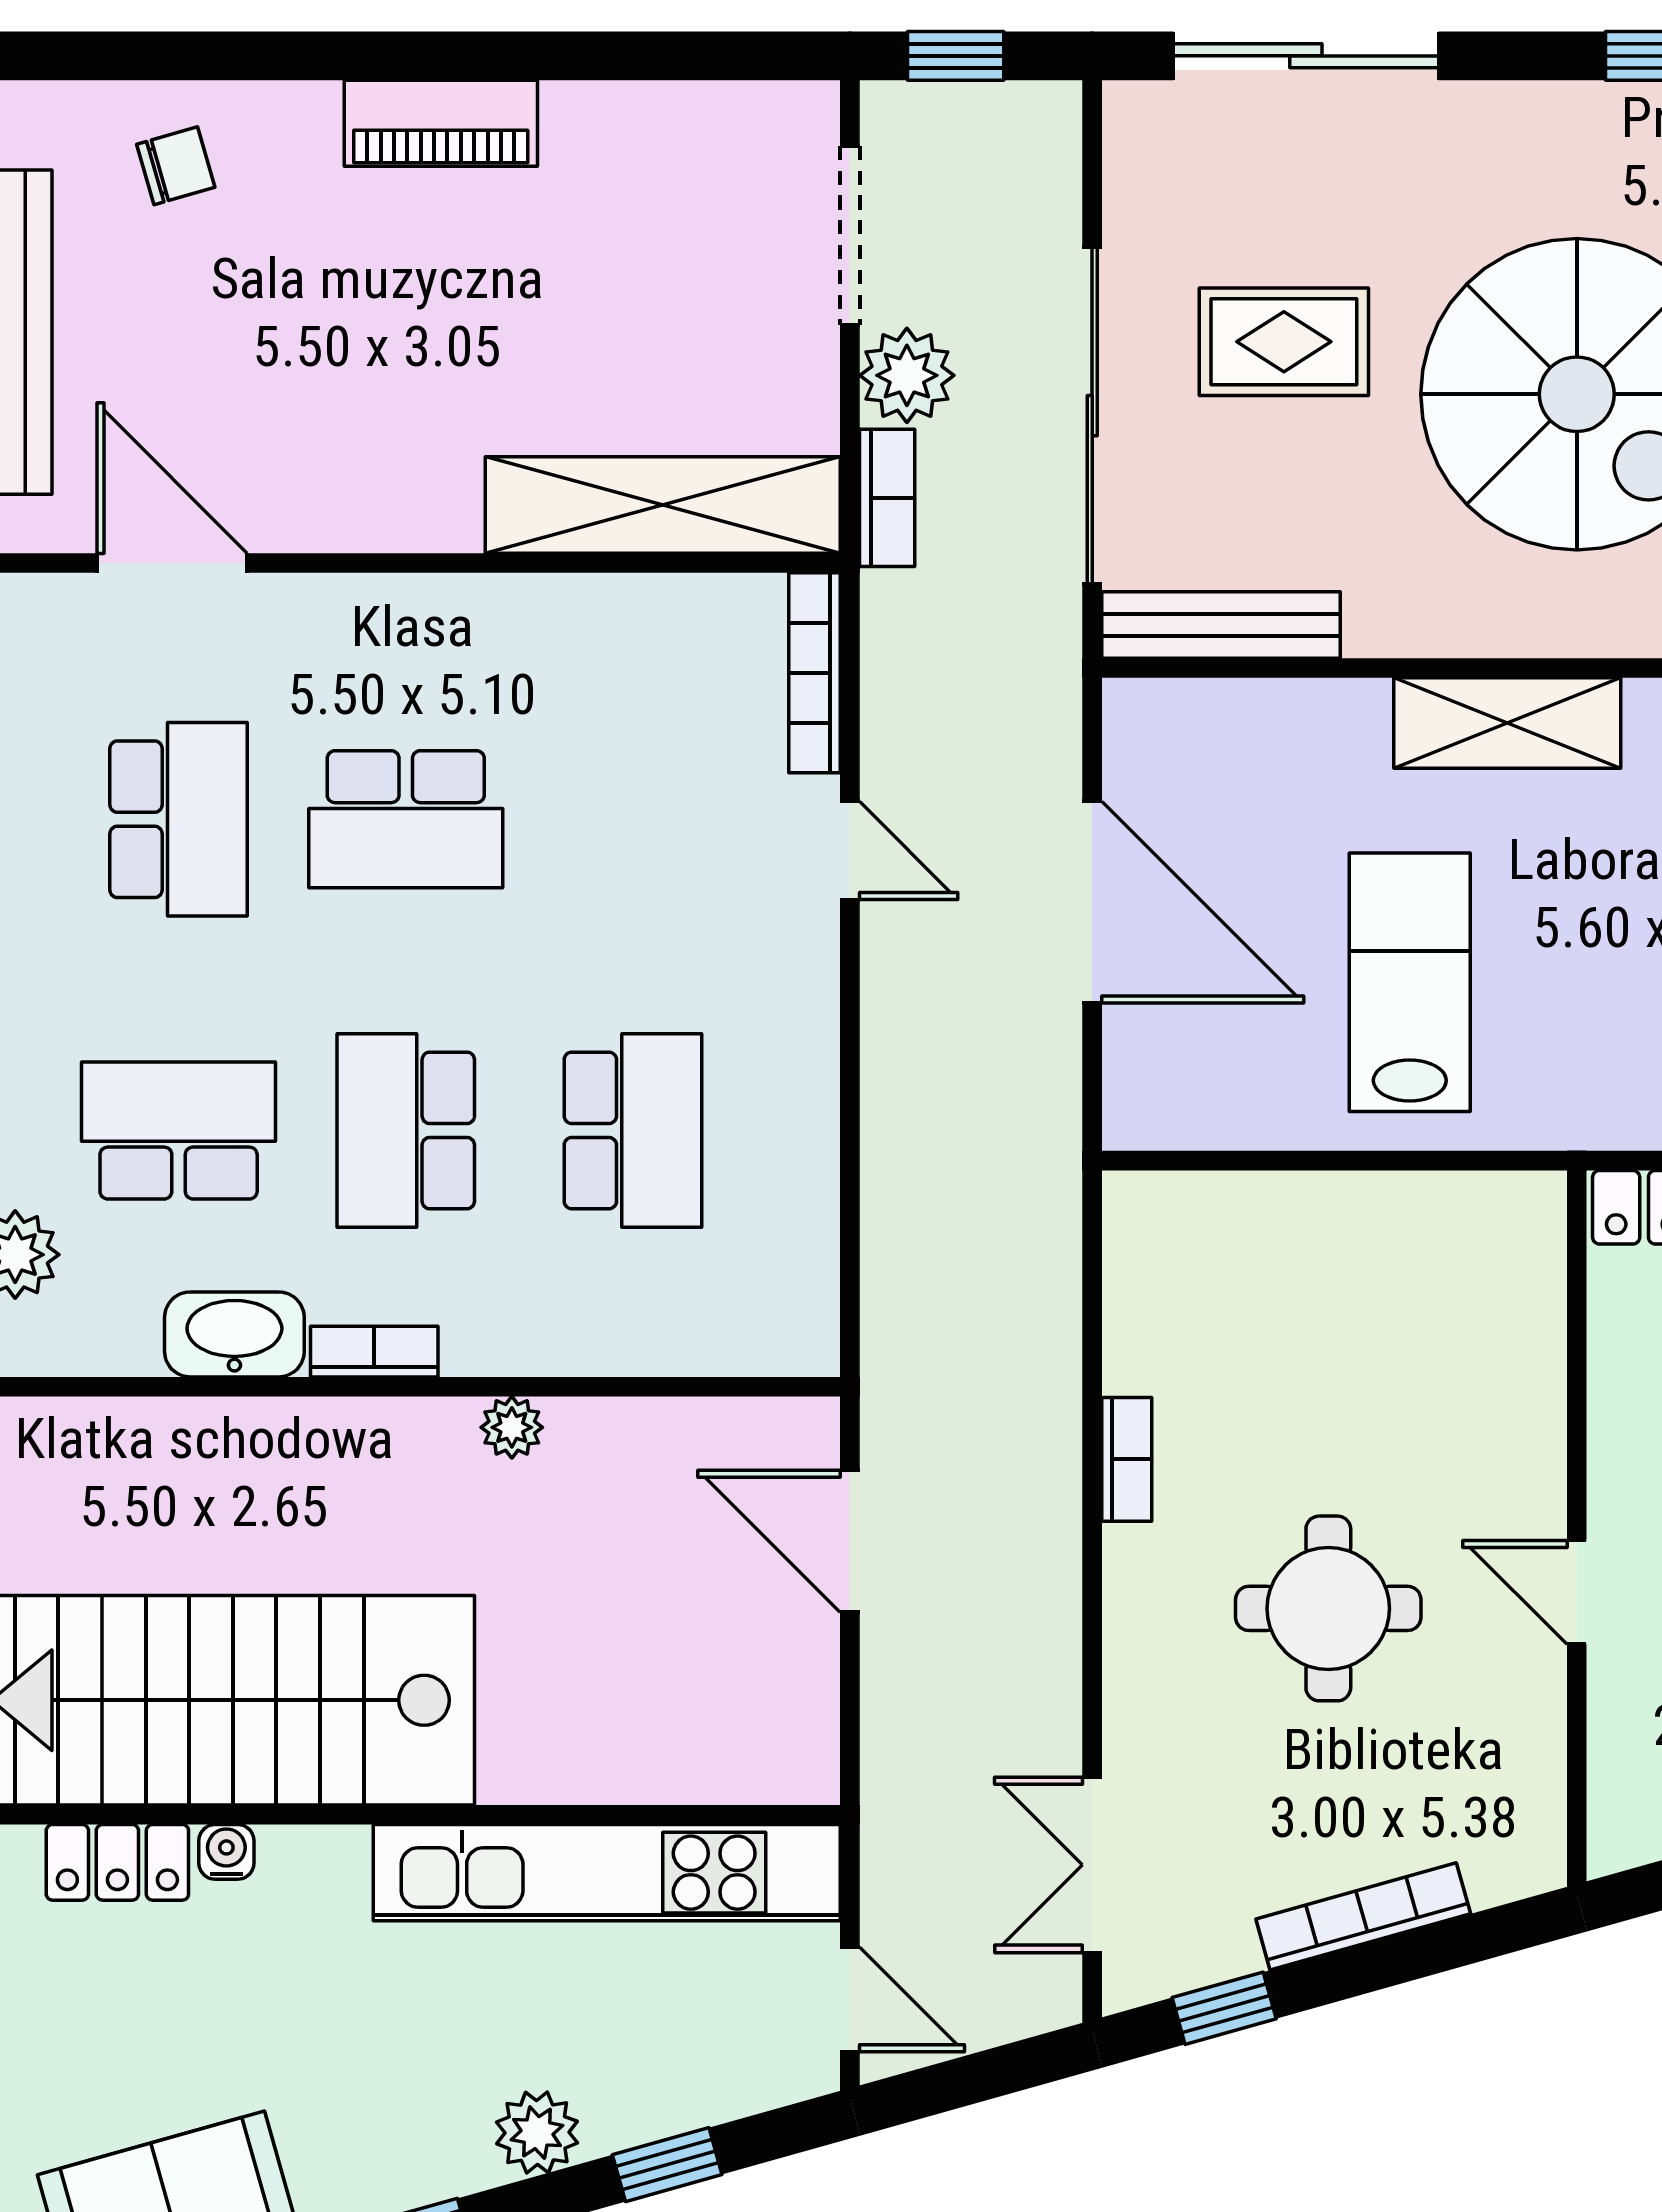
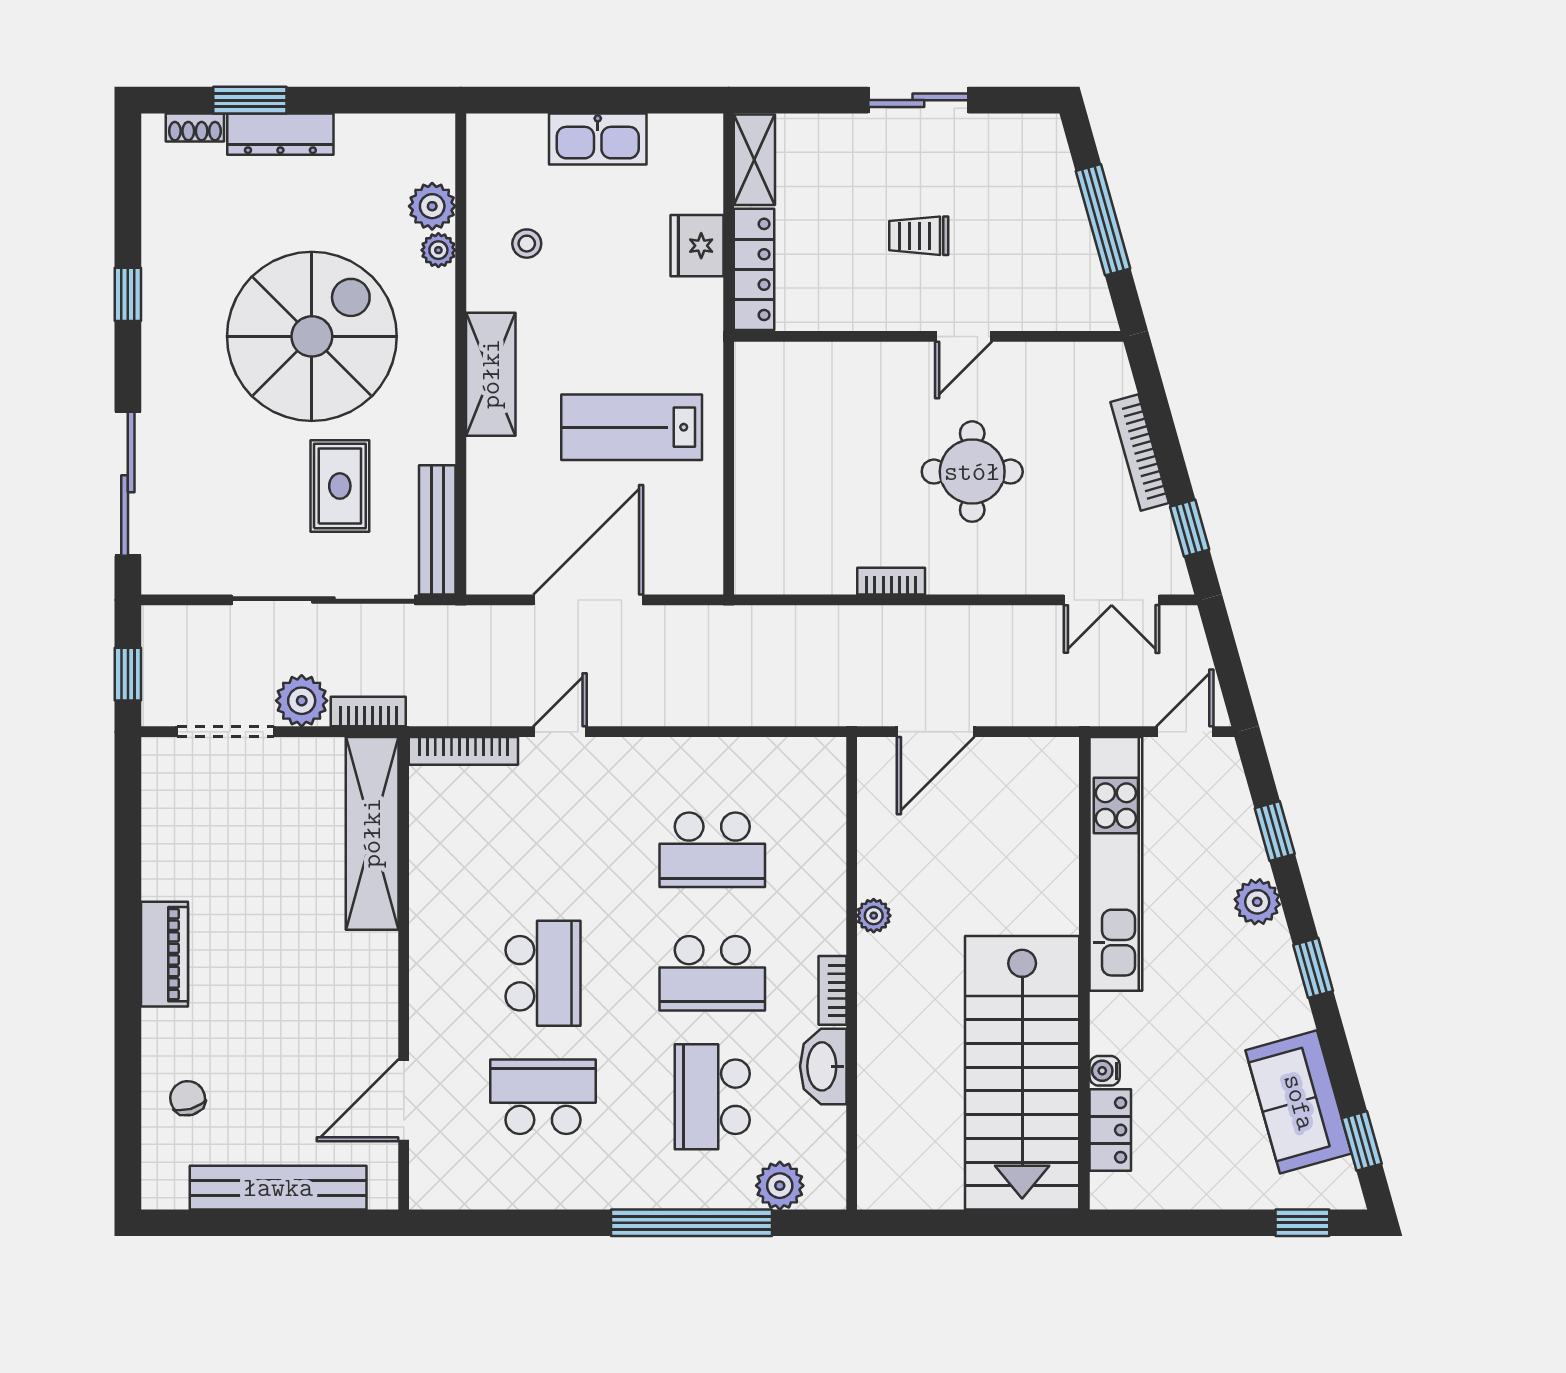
rug: (1284, 342) -> (340, 486), moved
school desk: (633, 1130) -> (712, 850), turned 180

